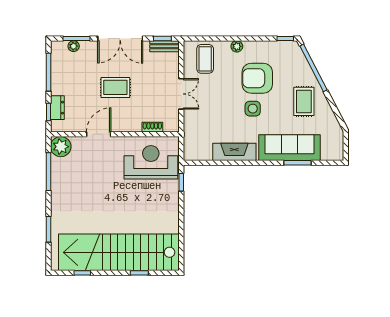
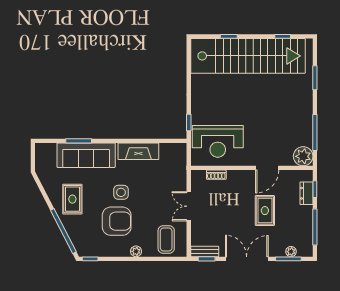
rug: (115, 87) -> (265, 211), moved, turned 90

